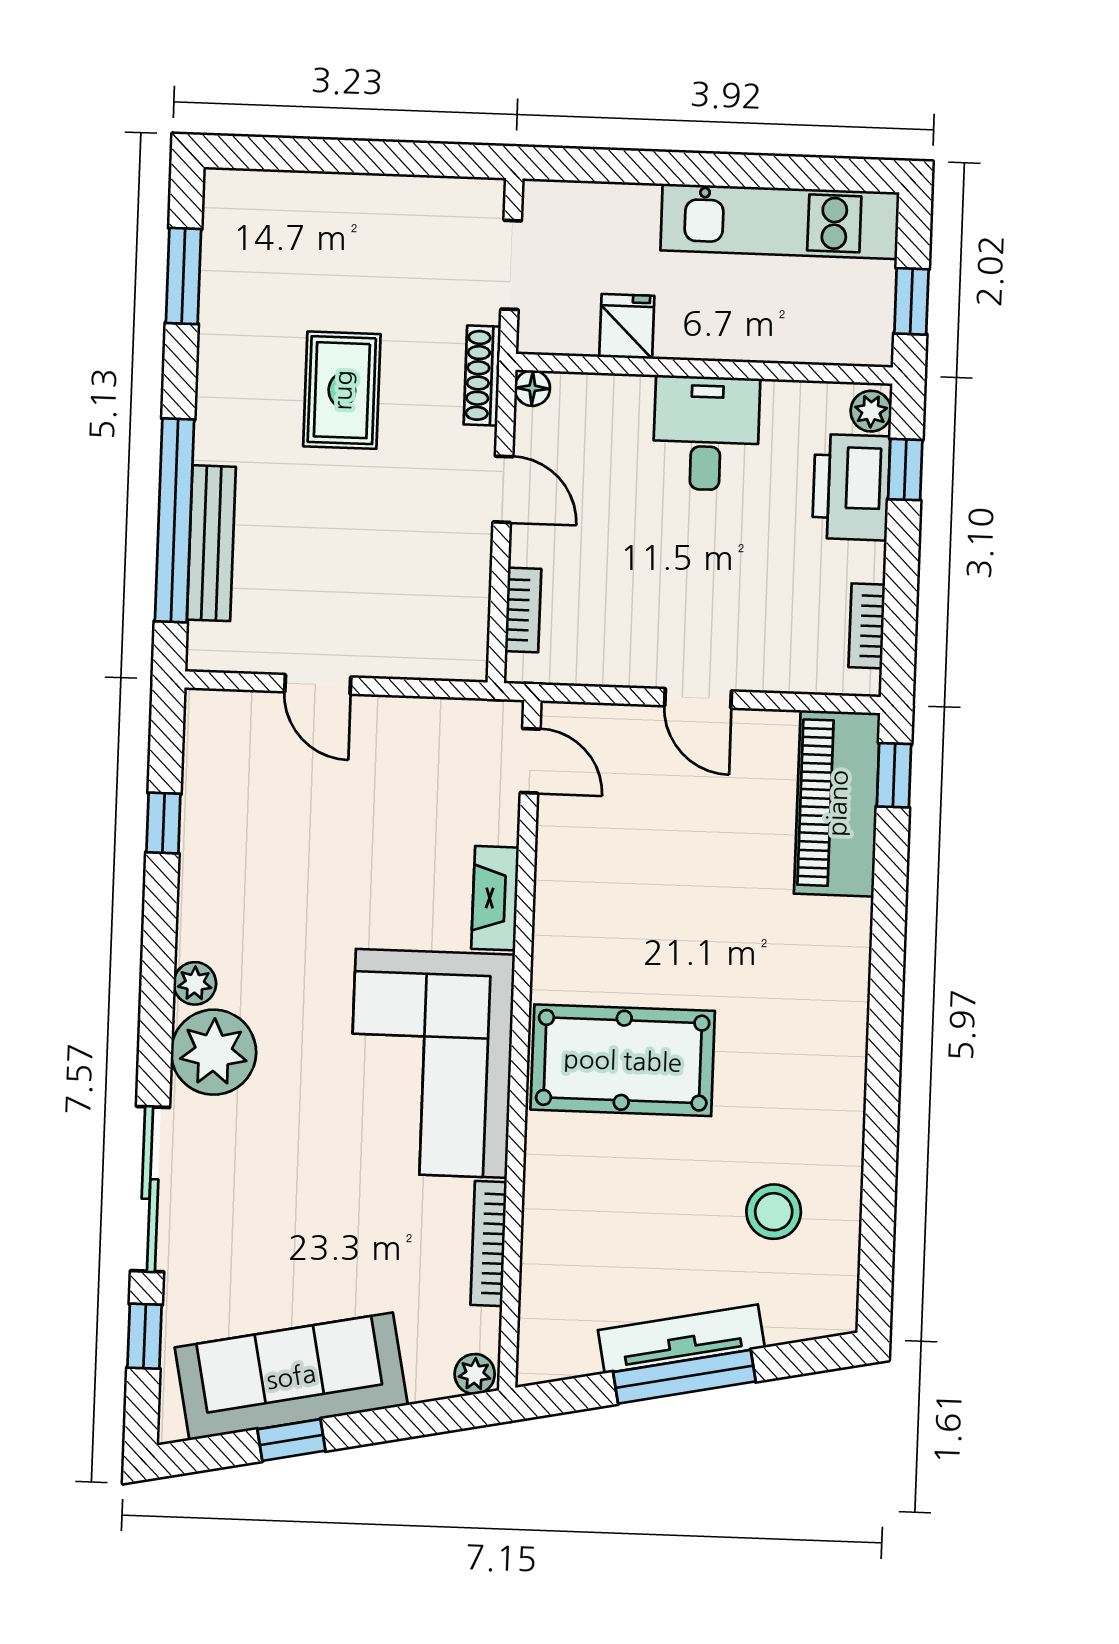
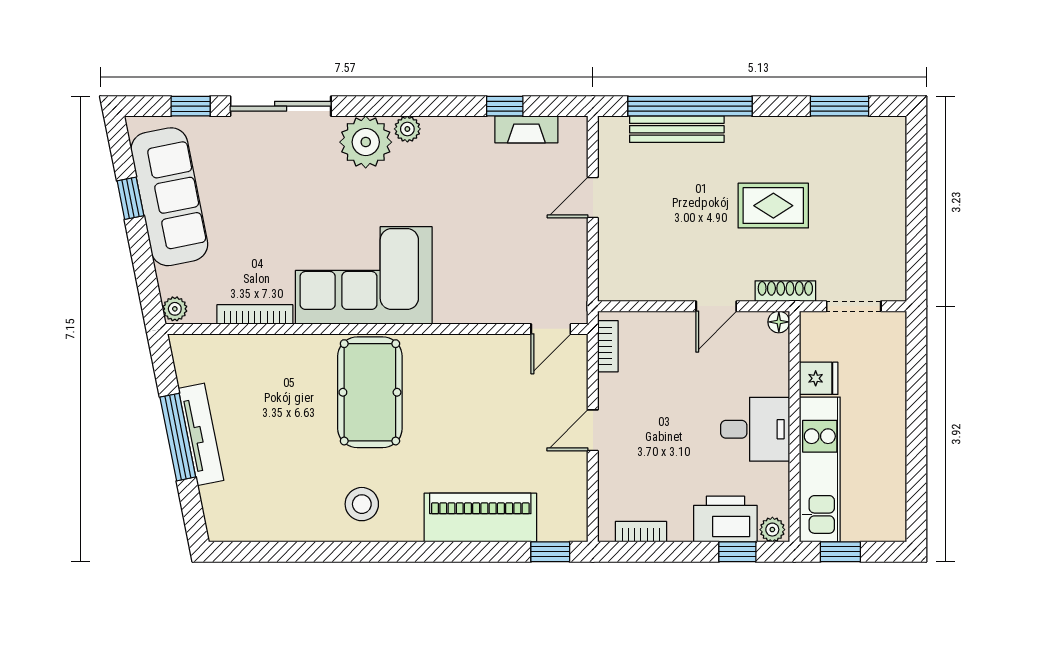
kitchen unit: (780, 221) -> (820, 470), moved, turned 180
bookcase: (523, 610) -> (608, 346), moved, turned -90
piano: (837, 803) -> (480, 518), moved
fireplace: (495, 898) -> (526, 129), moved, turned 180
stool: (774, 1212) -> (362, 504), moved

